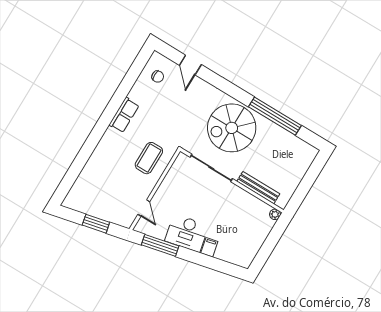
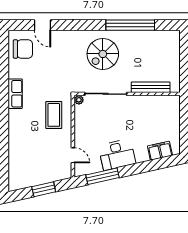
chair: (158, 77) -> (23, 49), width x1.87, depth x1.87
spiral stairs: (232, 128) -> (103, 54), width x0.73, depth x0.73
plant: (275, 214) -> (79, 100), moved
filing cabinet: (209, 247) -> (160, 151), moved, width x2.00

